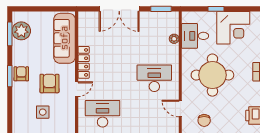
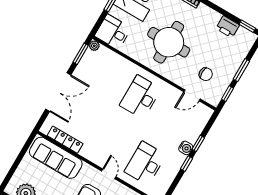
desk: (195, 36) -> (113, 32), moved, turned 90
plant: (174, 39) -> (94, 46), moved
locker: (84, 62) -> (65, 140), moved
door: (180, 108) -> (192, 95), moved

